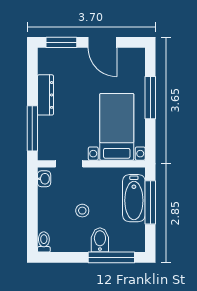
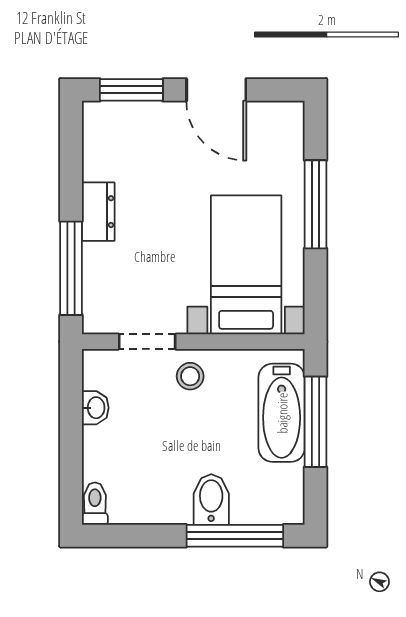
dresser: (45, 95) -> (98, 212), width x0.70
washbasin: (44, 179) -> (95, 408), moved
stool: (82, 211) -> (190, 376), moved

